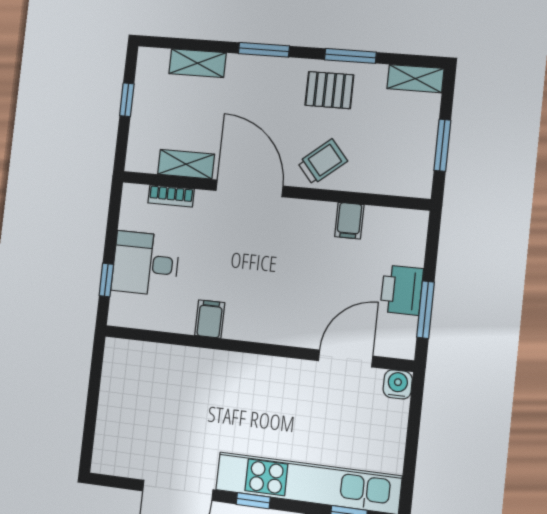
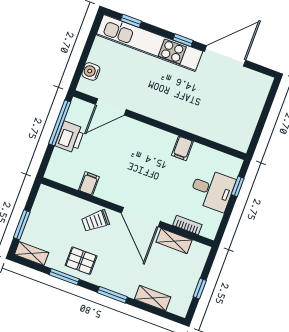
window: (442, 145) -> (22, 225), moved
window: (426, 310) -> (60, 123), width x1.44
water cooler: (398, 384) -> (91, 71), moved, turned 90

